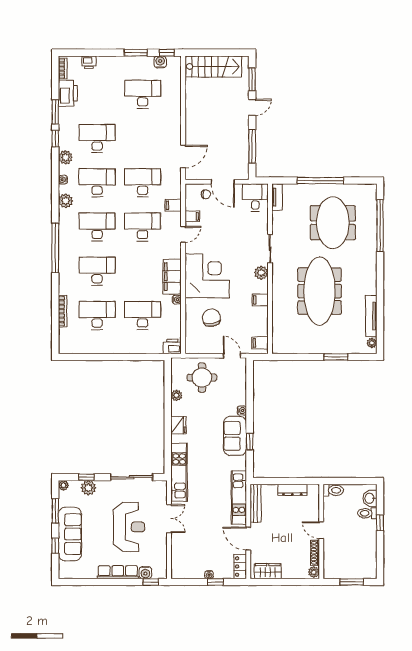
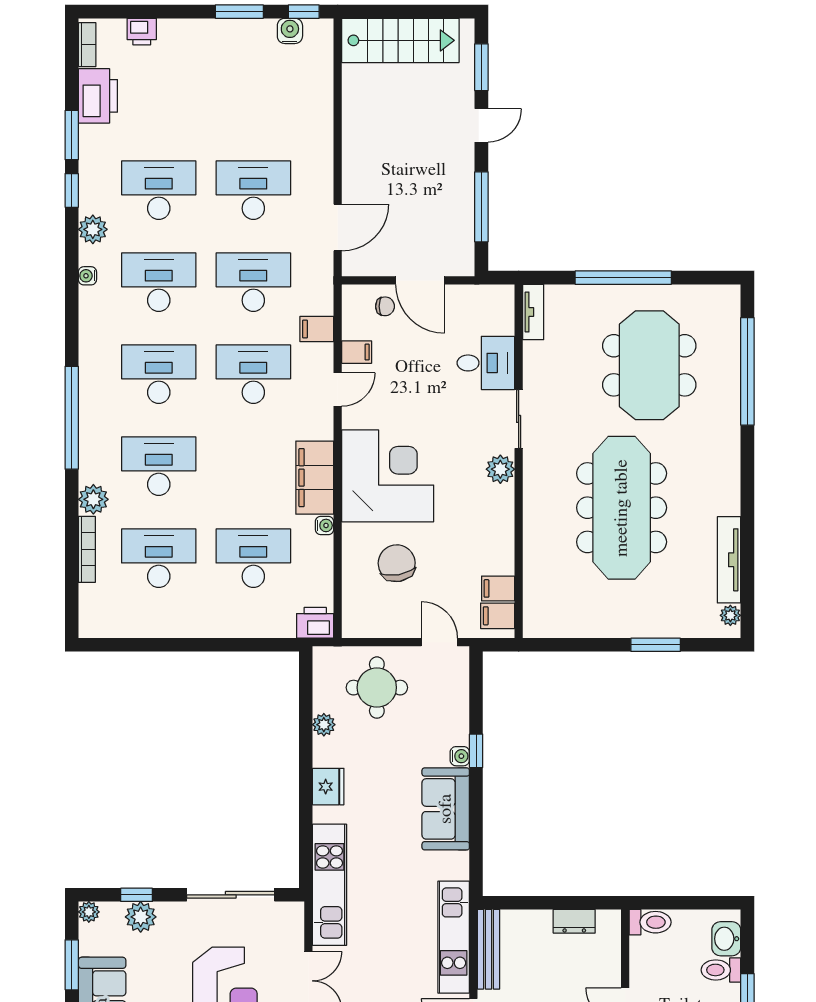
desk: (143, 94) -> (253, 190), moved
desk: (255, 198) -> (486, 363), moved, turned 90
plant: (66, 201) -> (93, 499), moved
filing cabinet: (260, 300) -> (498, 588), moved
window: (250, 442) -> (476, 751), moved
dresser: (292, 490) -> (574, 921), width x0.70

